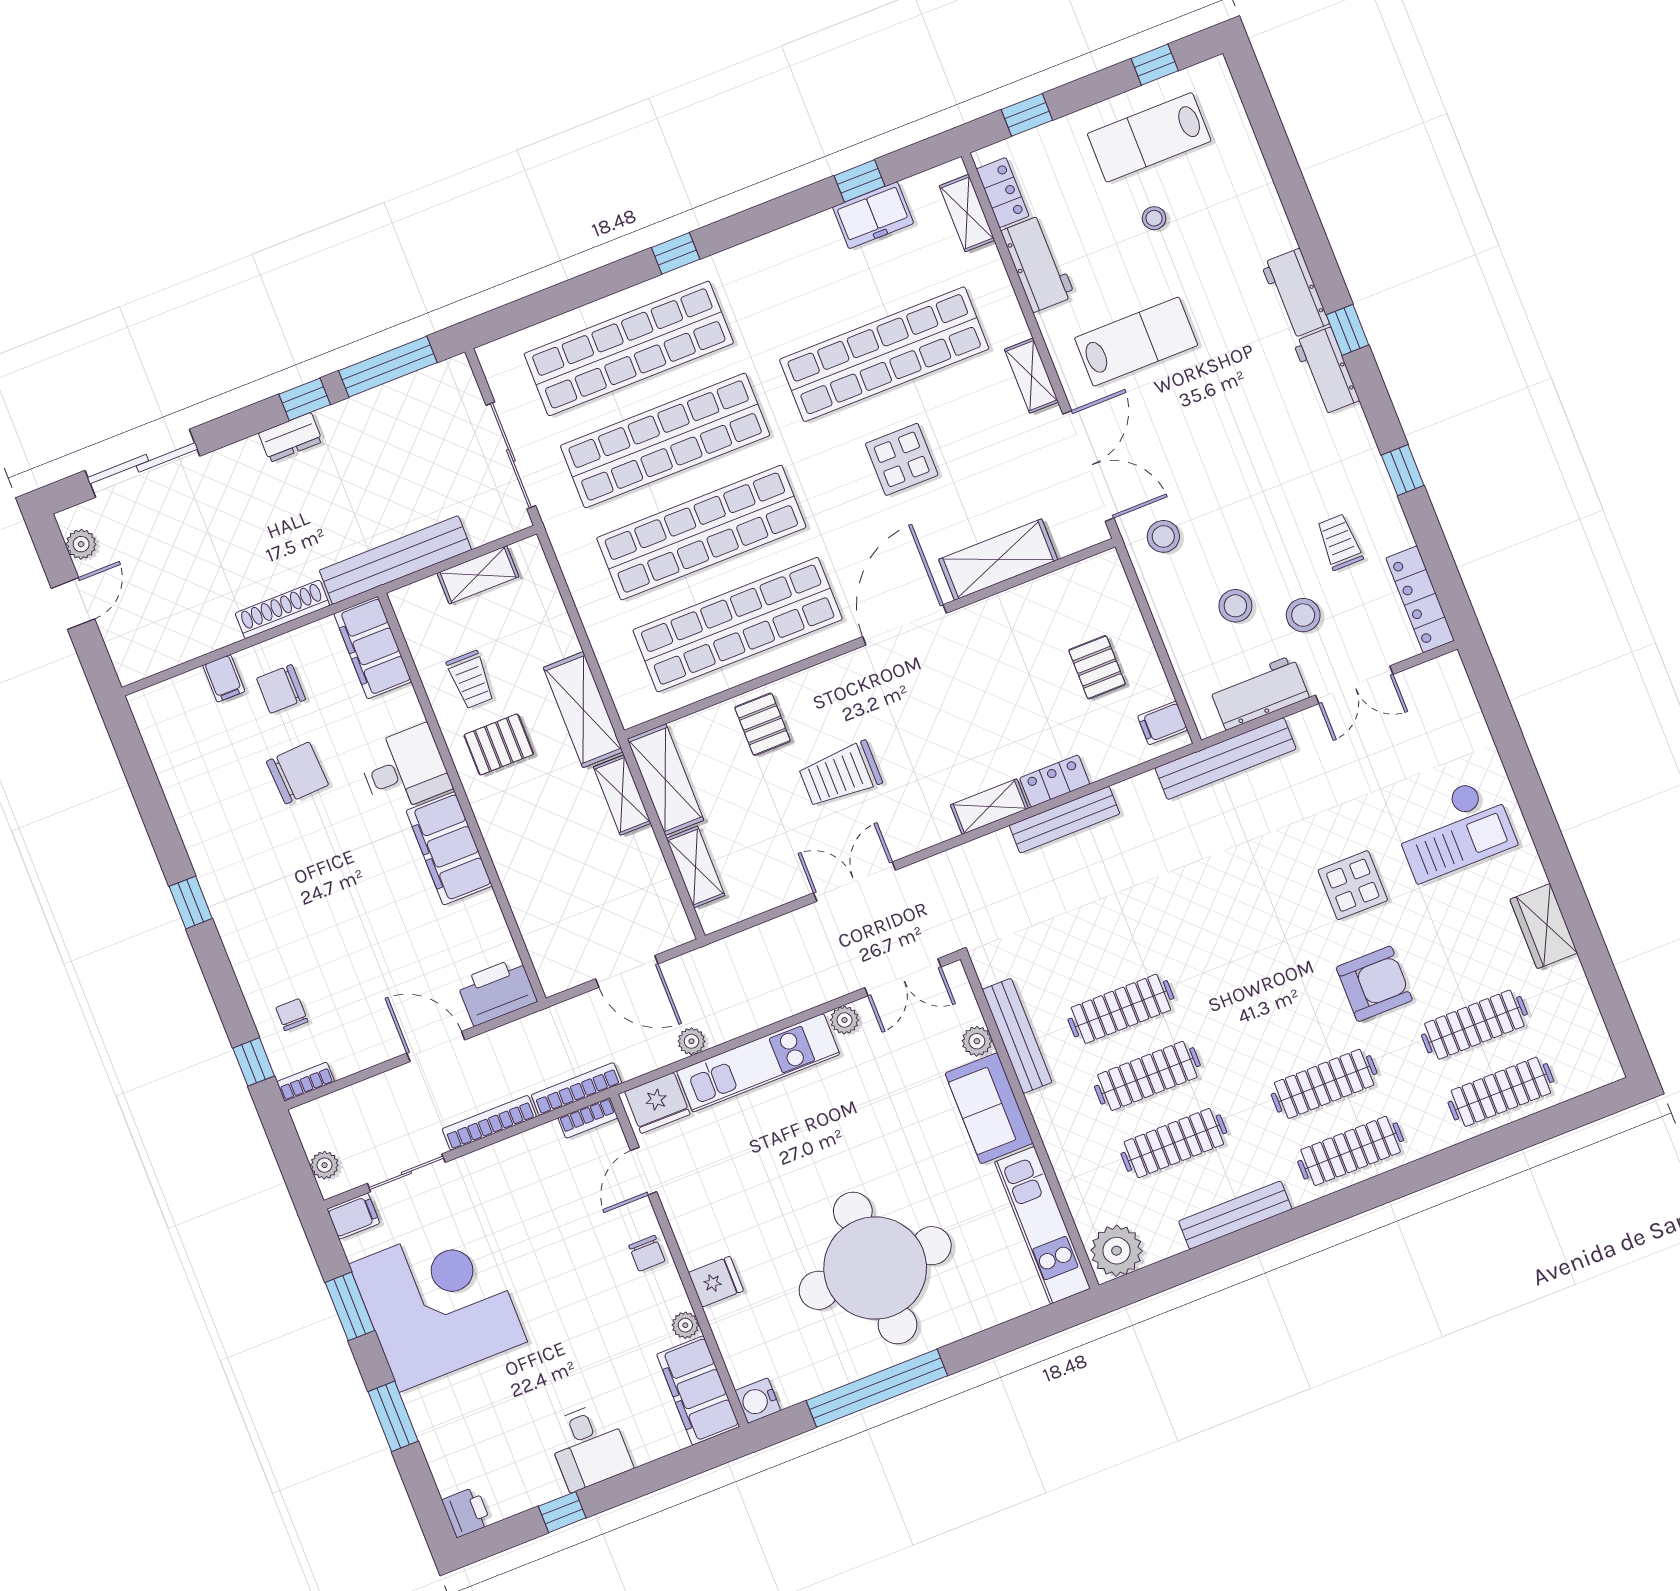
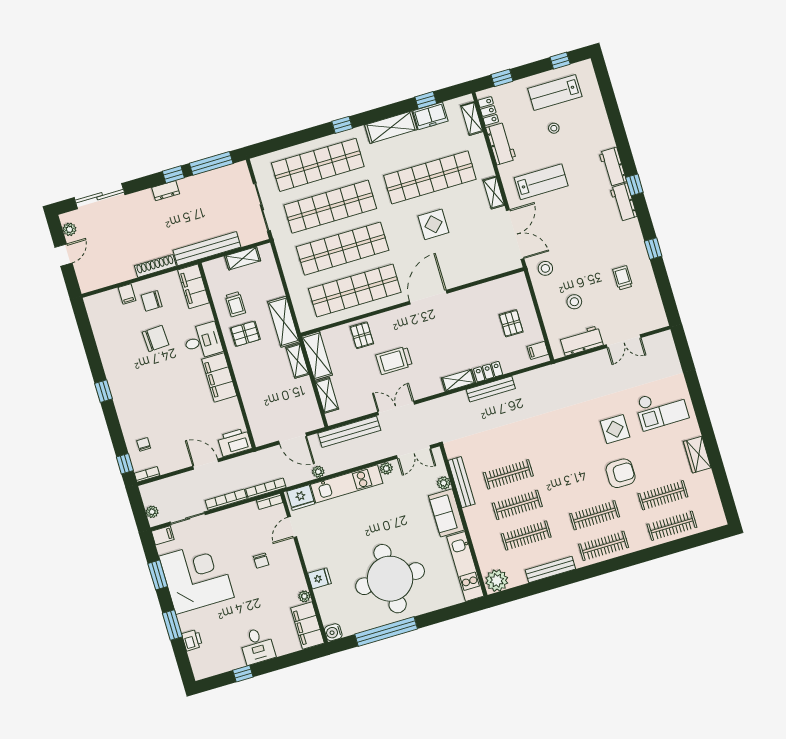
shelving: (998, 560) -> (391, 127), moved
locker: (1420, 599) -> (656, 306), removed
stool: (1303, 615) -> (604, 308), removed
bench: (1226, 759) -> (349, 432), moved
chair: (647, 1253) -> (261, 561), moved
printer: (466, 1512) -> (192, 640), moved

